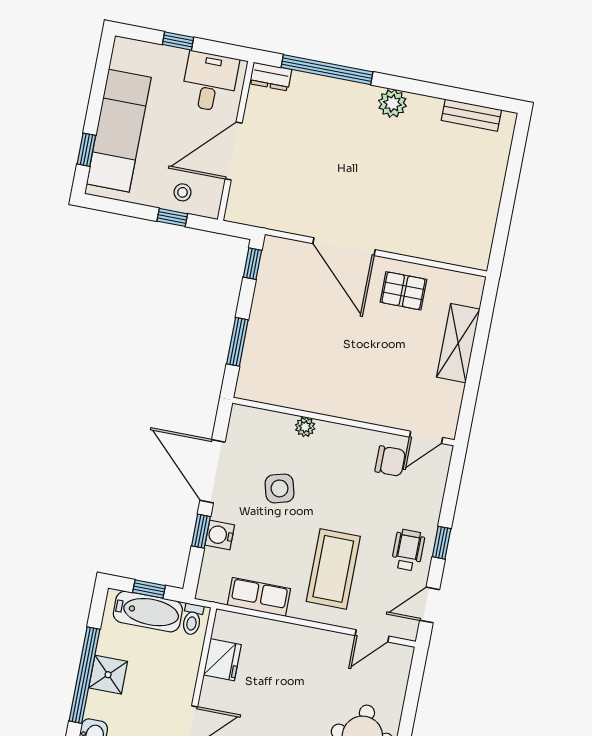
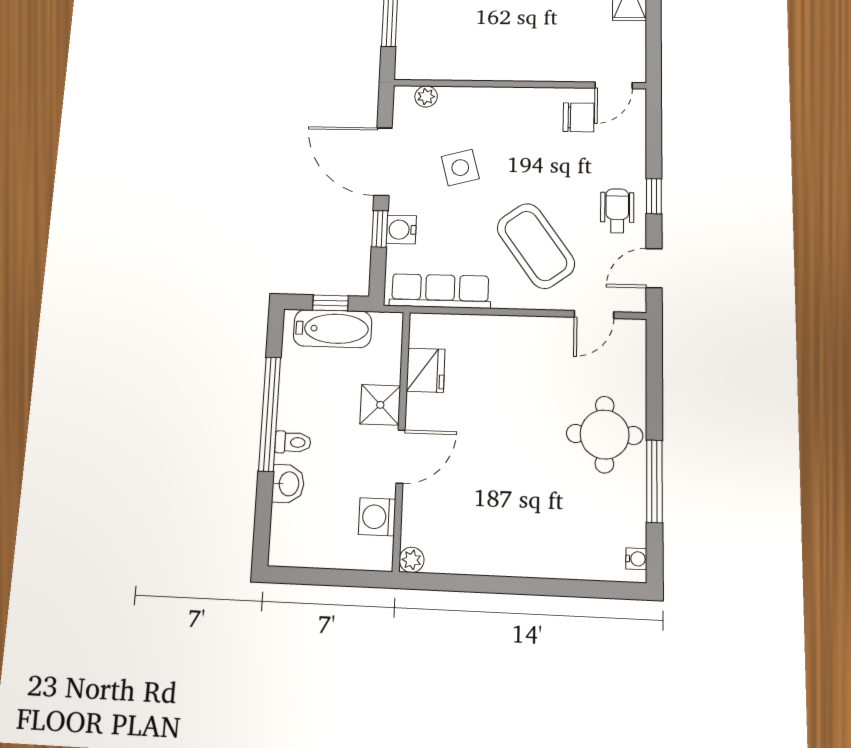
plant: (305, 427) -> (426, 96), moved
coffee table: (333, 569) -> (536, 246), turned -36
row of seats: (259, 597) -> (440, 291), width x1.48
toilet: (192, 619) -> (293, 442), moved, turned -90
shower: (108, 675) -> (380, 405), moved

